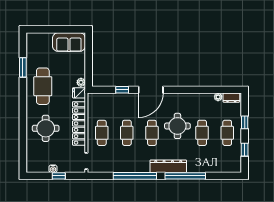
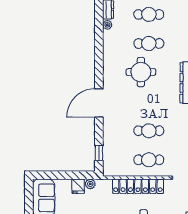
window: (122, 90) -> (99, 153), moved
door: (151, 90) -> (99, 103), swing flipped
fridge: (79, 93) -> (78, 186), moved
cafe table: (152, 133) -> (149, 102), removed

